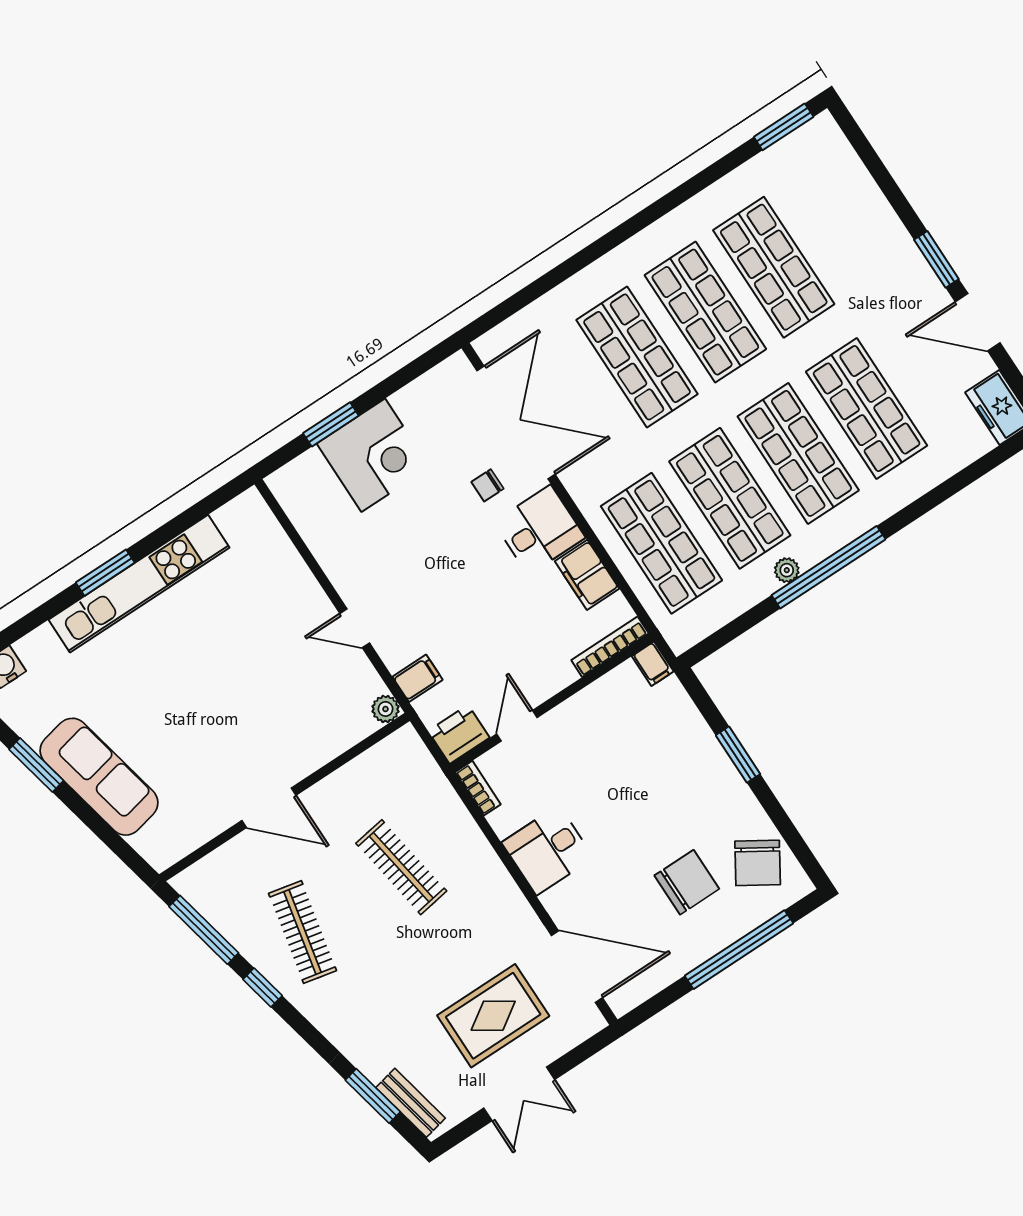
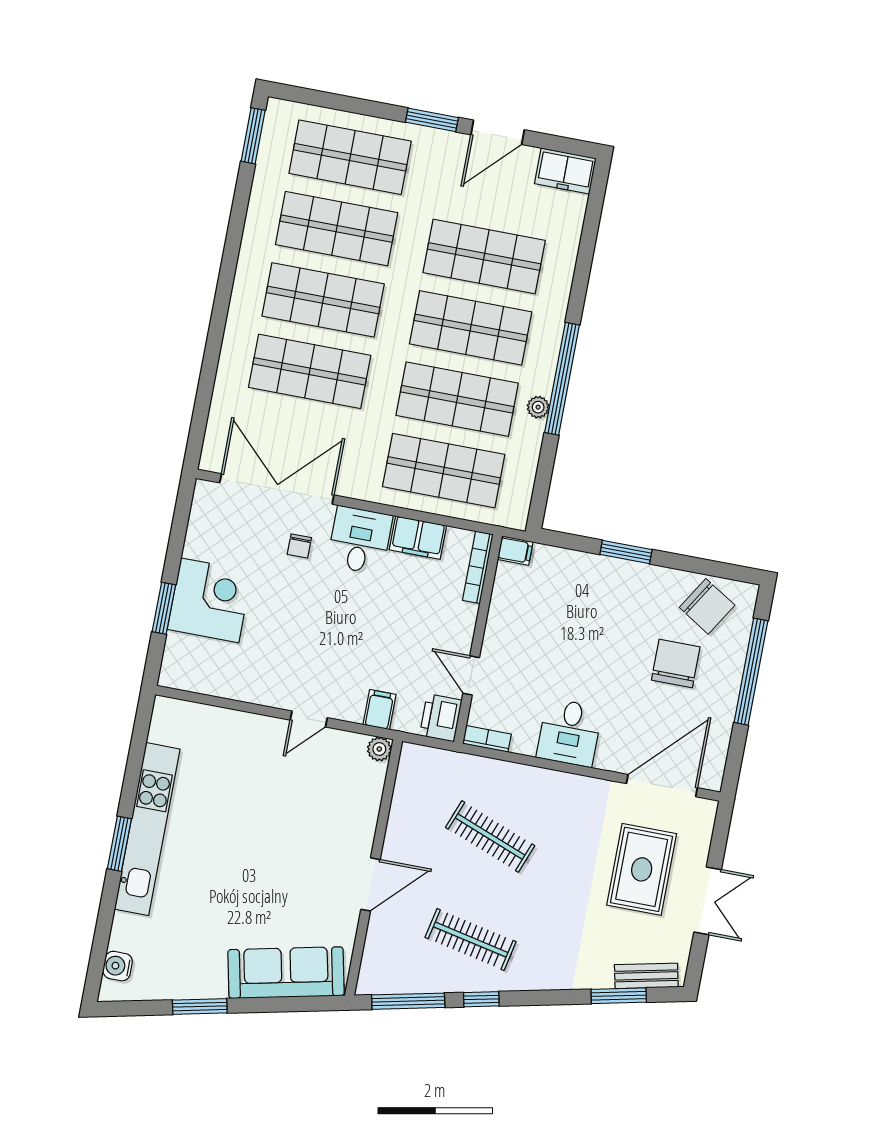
shop shelf: (842, 222) -> (350, 157), added
sofa: (99, 777) -> (286, 973), moved
clothes rail: (401, 867) -> (490, 836), turned 30

